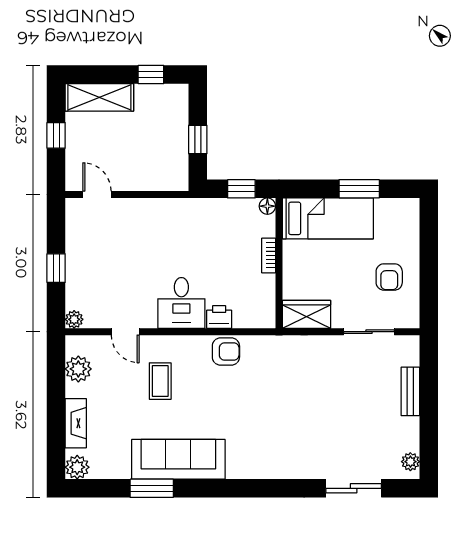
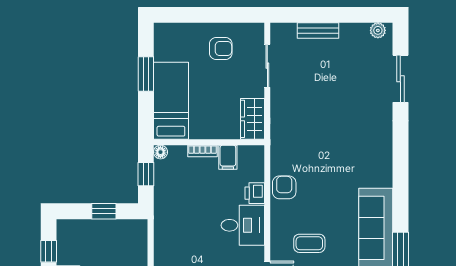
filing cabinet: (261, 285) -> (228, 157), added

